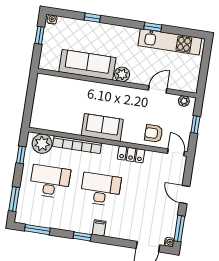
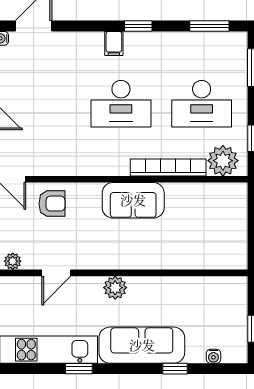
water cooler: (52, 19) -> (213, 356), moved
sofa: (87, 65) -> (142, 345), moved, turned 180
locker: (131, 154) -> (82, 165), removed

